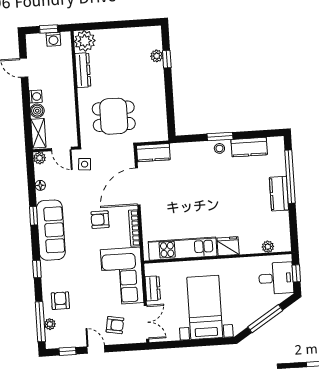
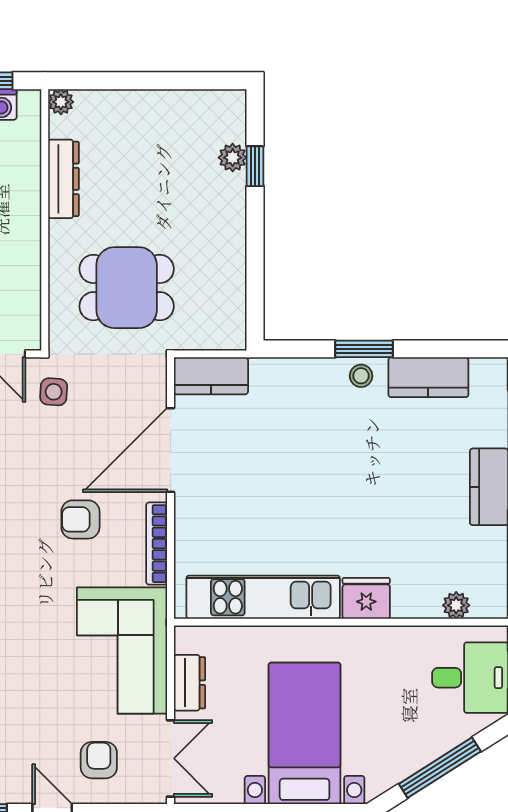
plant: (85, 41) -> (61, 102), width x0.53, depth x0.53
armchair: (115, 325) -> (99, 760), turned -100

